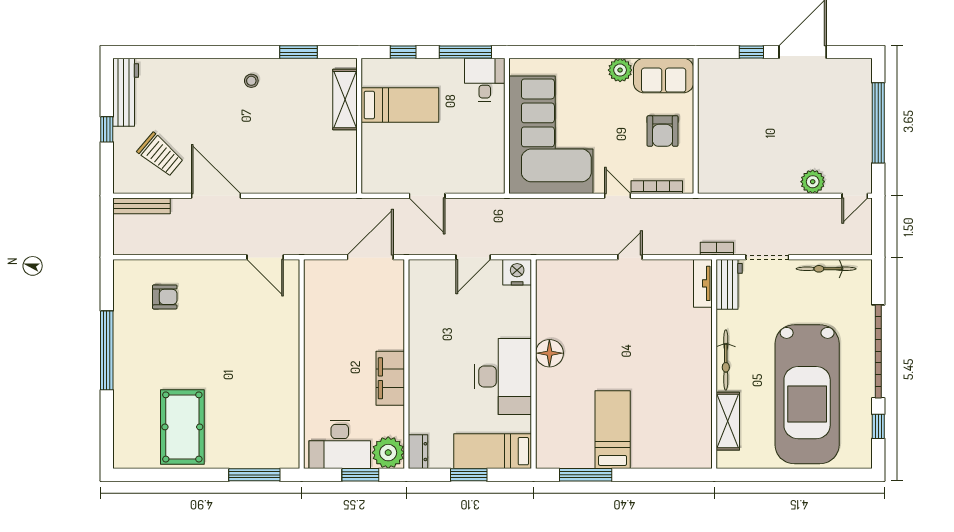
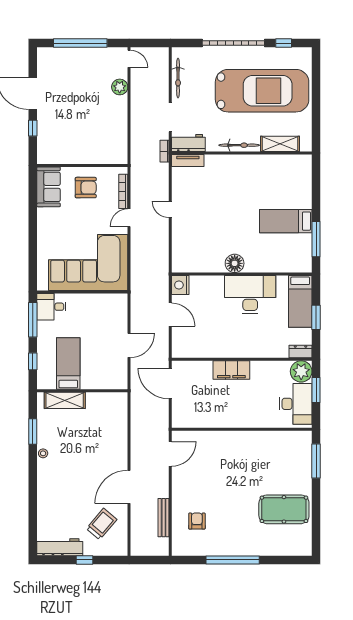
plant: (620, 70) -> (45, 216), removed
stool: (251, 81) -> (43, 453), moved
bench: (142, 206) -> (164, 518), moved
filing cabinet: (390, 378) -> (231, 370), moved

